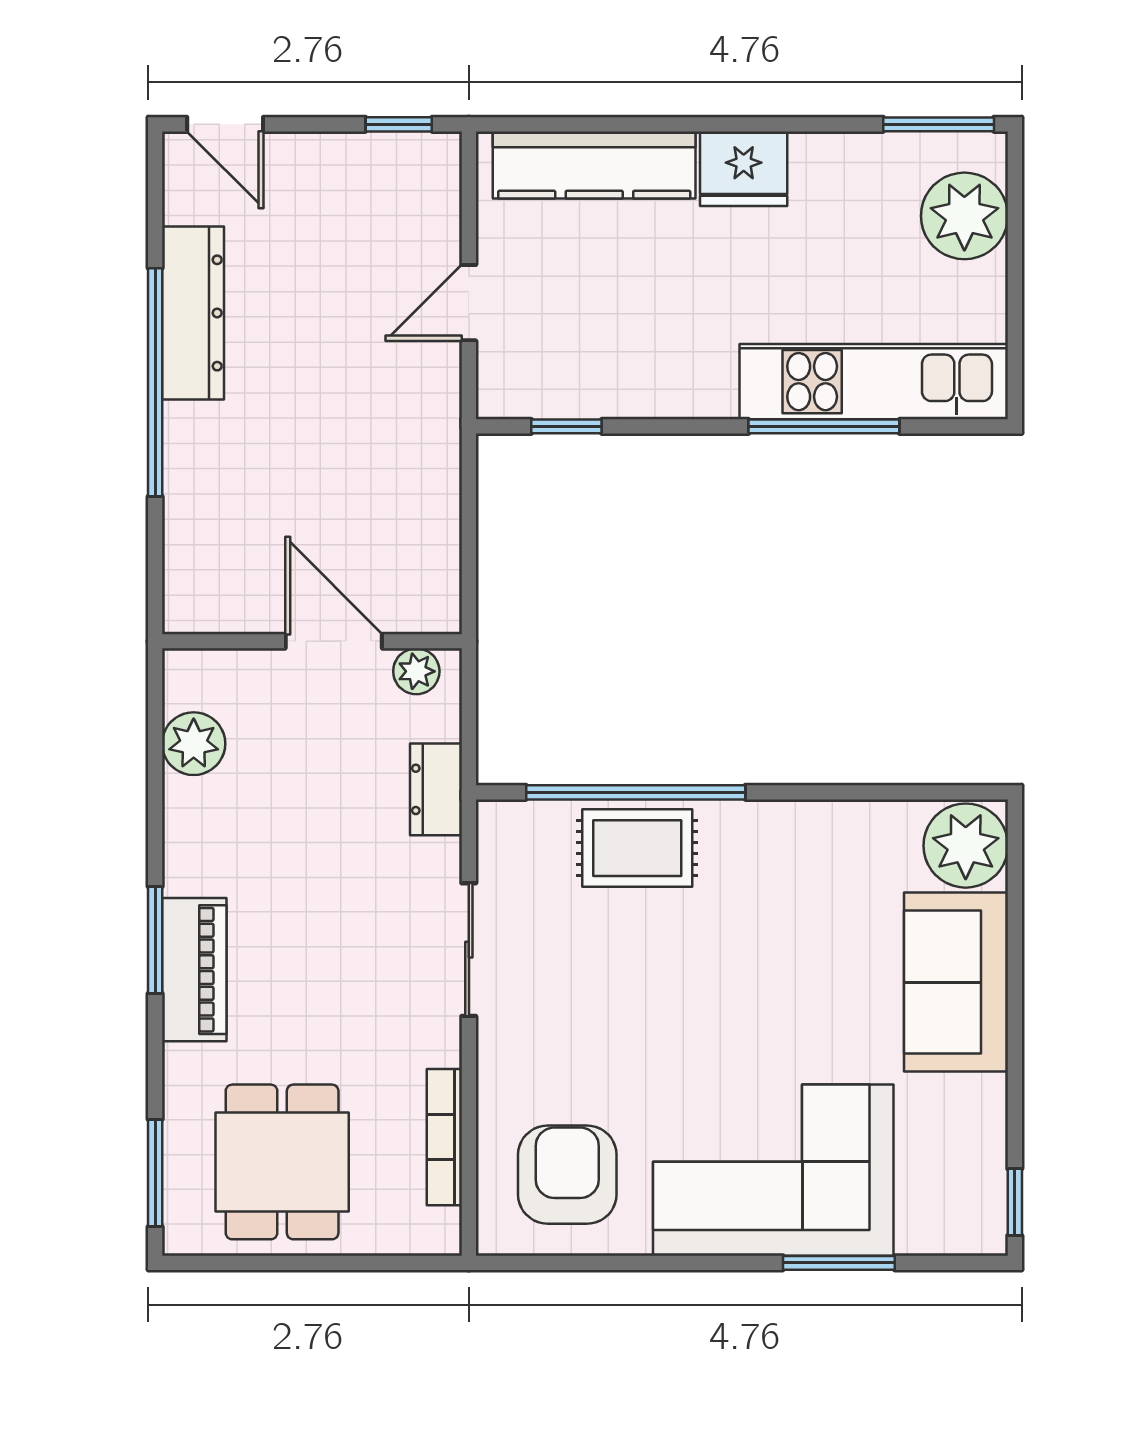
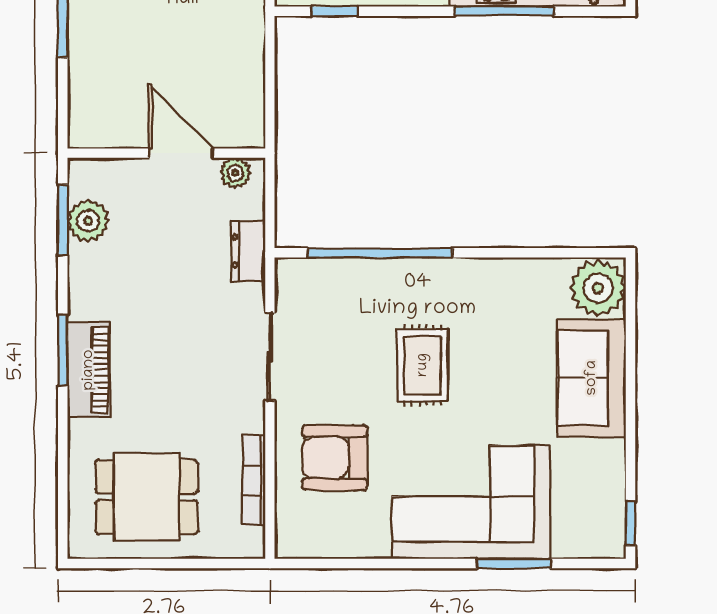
rug: (637, 848) -> (423, 365), moved, turned 90
dining table: (282, 1162) -> (147, 497), turned 90
window: (155, 1173) -> (63, 220), moved
armchair: (567, 1175) -> (335, 458), moved, turned -90

